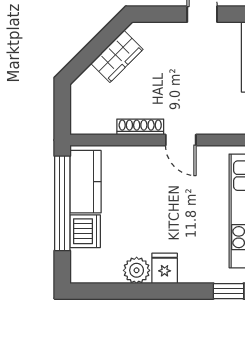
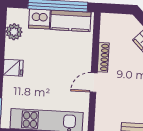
plant: (137, 270) -> (14, 32), moved

